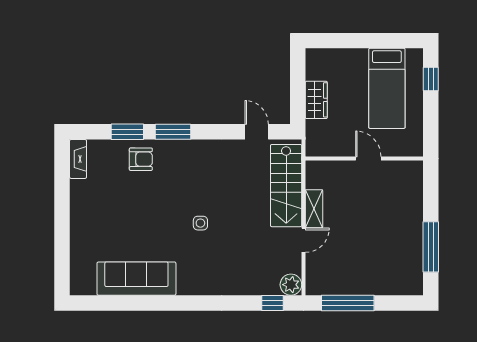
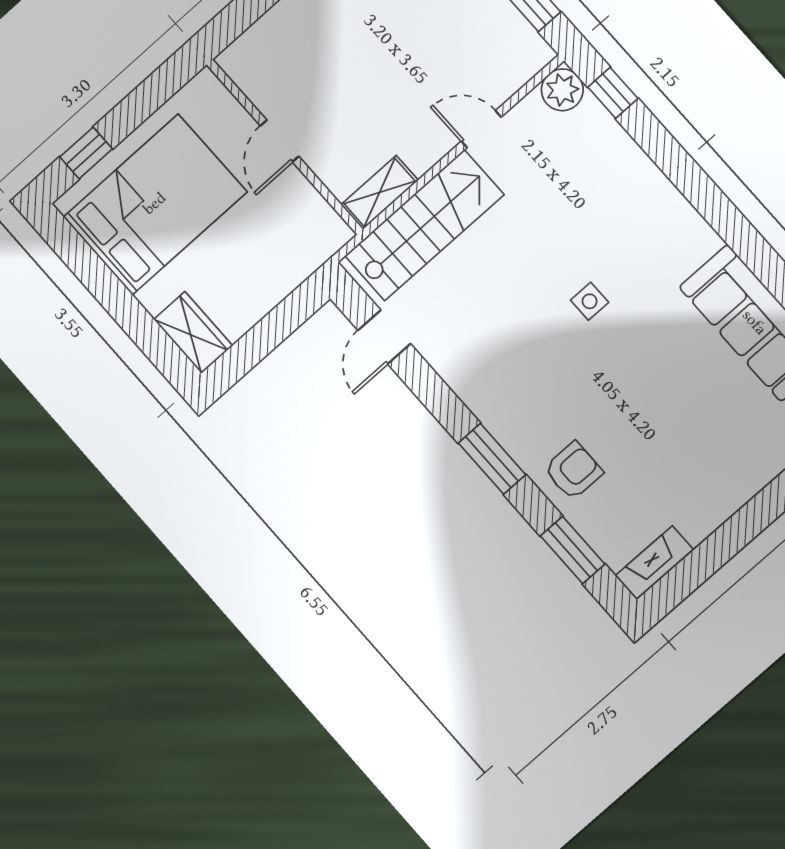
bed: (387, 88) -> (155, 204), width x1.50
wardrobe: (316, 100) -> (193, 333), moved, turned 90
window: (127, 132) -> (573, 550), moved
armchair: (141, 159) -> (573, 471), turned 90
shelving: (314, 209) -> (380, 192), moved

